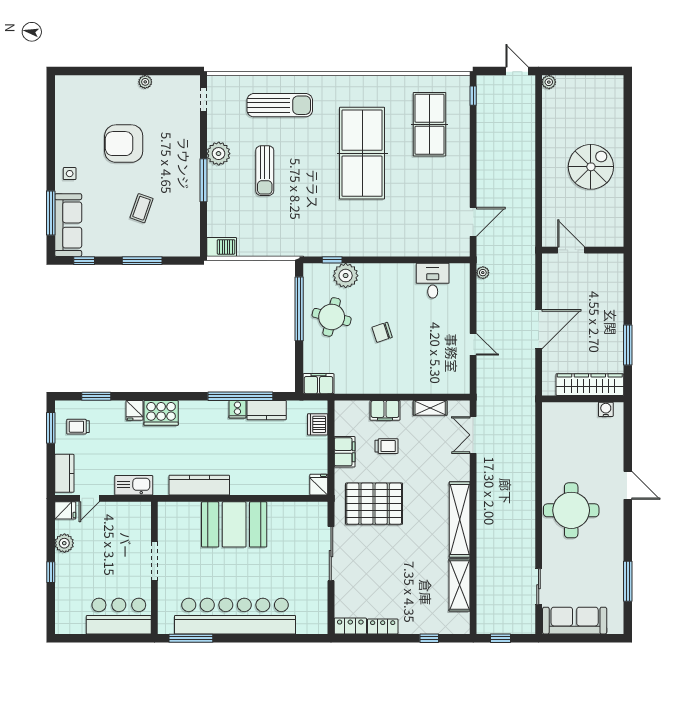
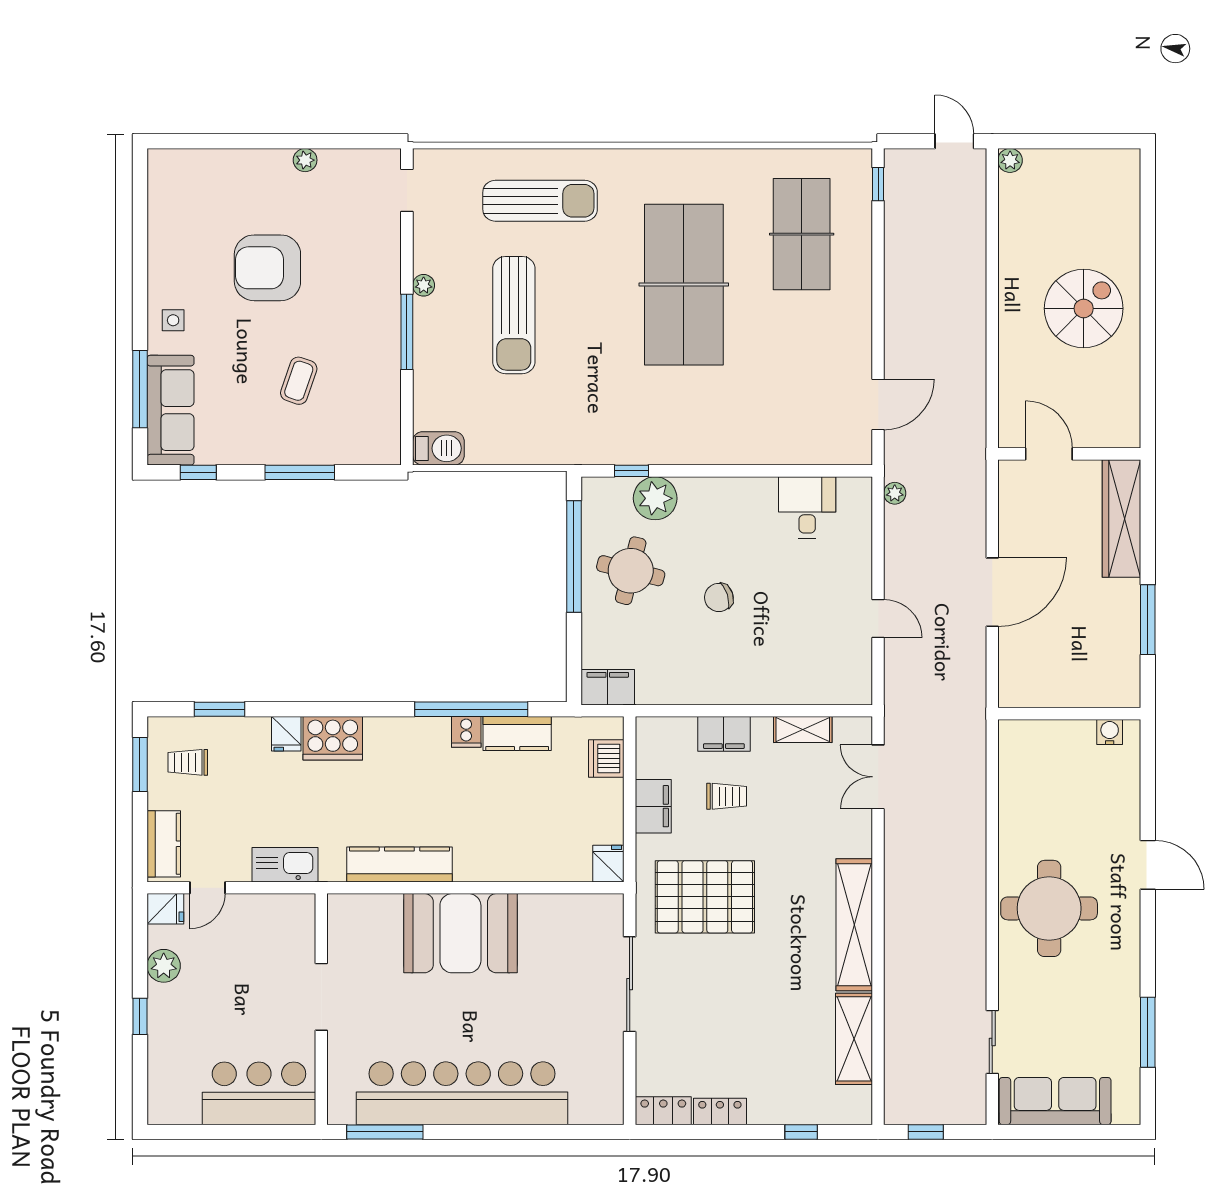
plant: (219, 154) -> (424, 285), width x0.53, depth x0.53
sun lounger: (265, 171) -> (514, 315), width x1.36, depth x1.34
wardrobe: (590, 385) -> (1122, 518), moved, turned -90

